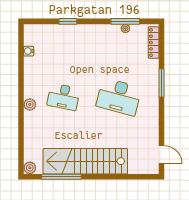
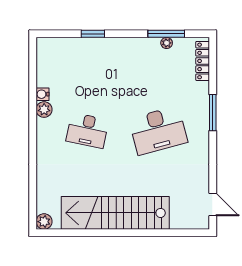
water cooler: (29, 51) -> (42, 94), moved
desk: (119, 97) -> (158, 130), turned -30
plant: (30, 104) -> (44, 110), moved
window: (62, 177) -> (85, 233), removed

